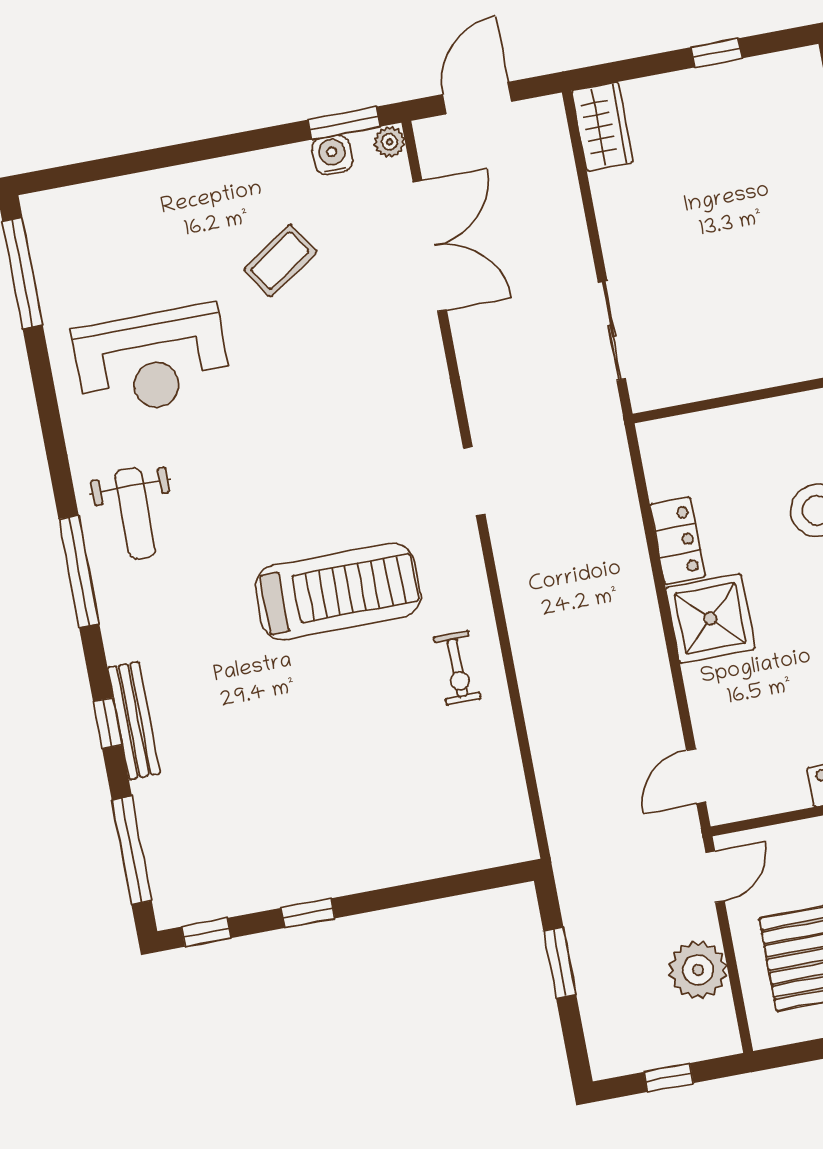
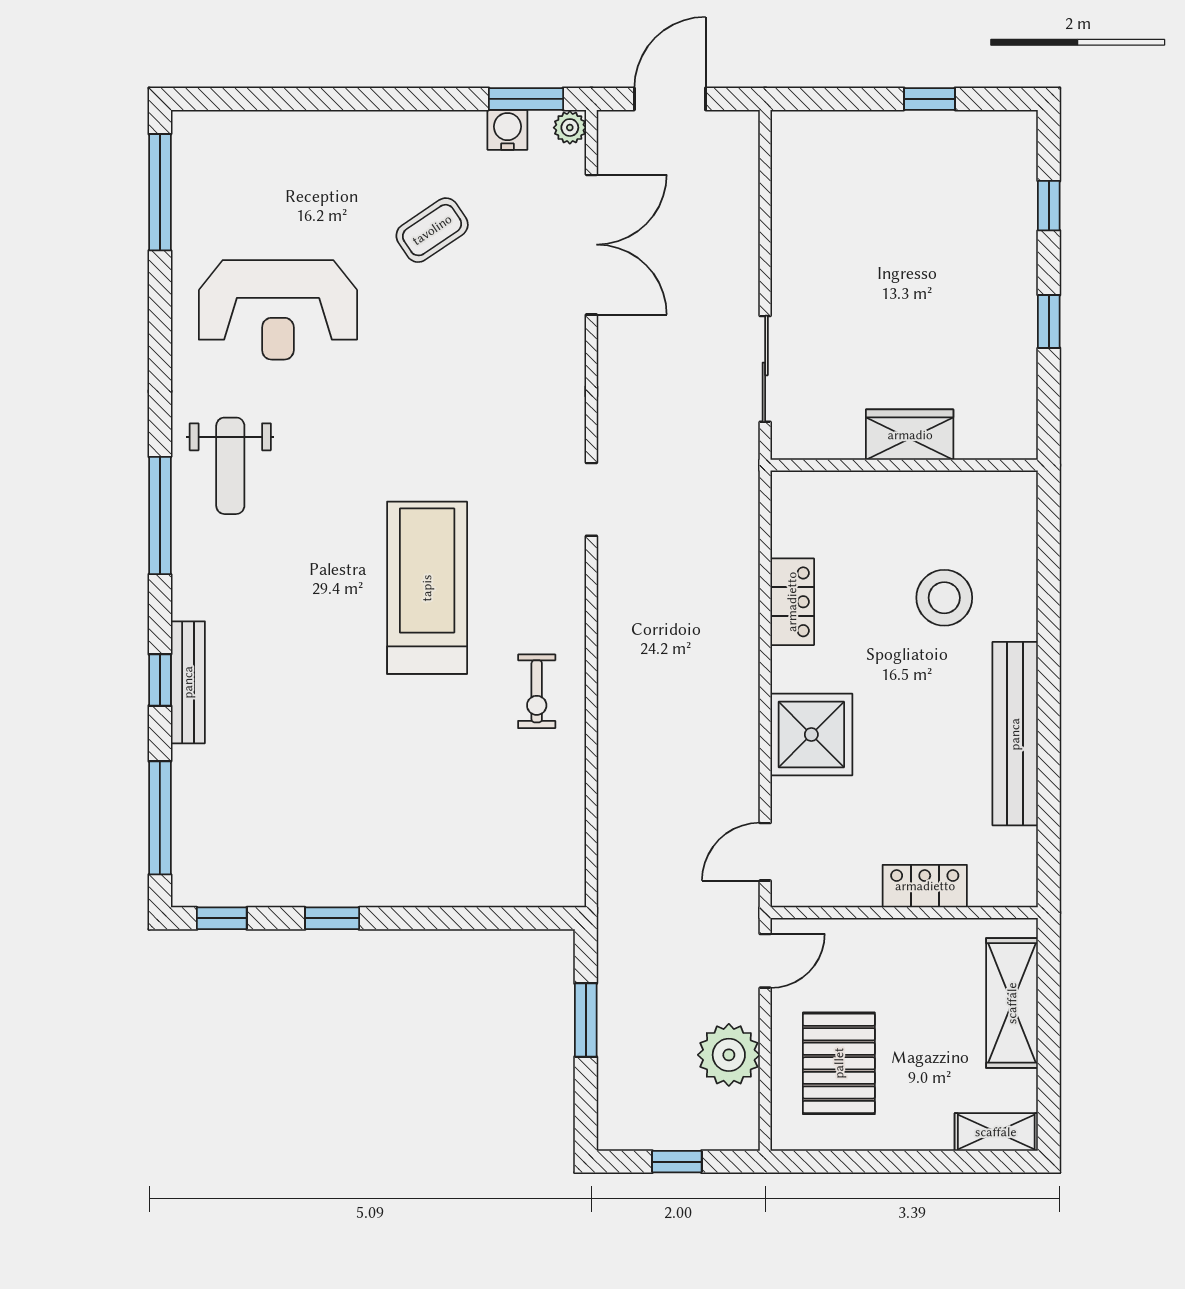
wardrobe: (602, 126) -> (910, 435), moved, turned -90
treadmill: (338, 591) -> (427, 588), turned -90
shower: (710, 618) -> (811, 735), moved

